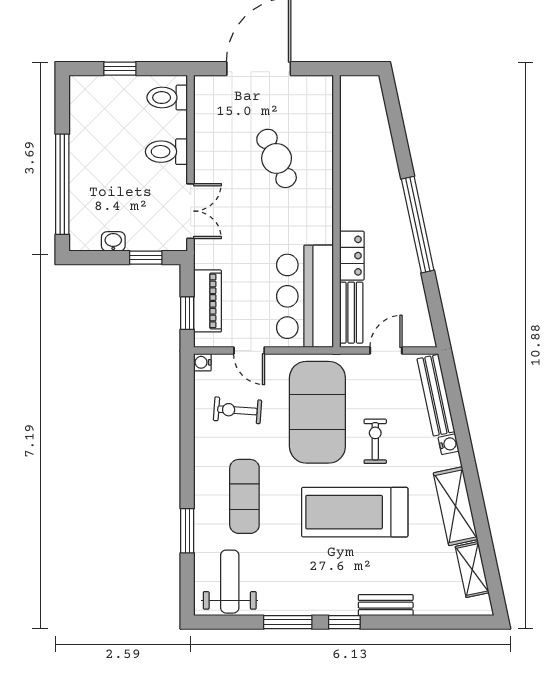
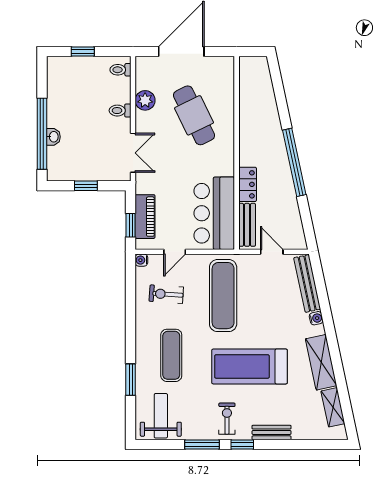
toilet: (167, 98) -> (120, 70), width x0.73, depth x0.72
plant: (208, 137) -> (145, 100), added
toilet: (166, 152) -> (120, 111), width x0.73, depth x0.72
cafe table: (277, 158) -> (194, 115), width x1.37, depth x1.35
washbasin: (113, 241) -> (53, 137), moved, turned 90
window: (146, 258) -> (86, 186), moved
door: (249, 351) -> (175, 252), hinge flipped
door: (386, 351) -> (272, 252), hinge flipped
exercise mat: (317, 412) -> (223, 296), width x0.68
exercise bike: (375, 441) -> (227, 419), moved

